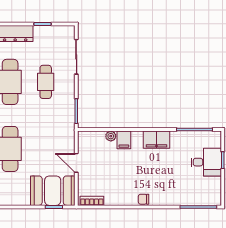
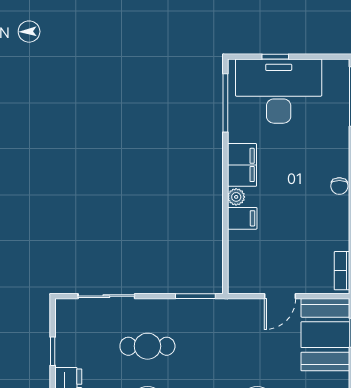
plant: (111, 136) -> (236, 197), moved
desk: (206, 162) -> (279, 91), width x1.87, depth x1.30

